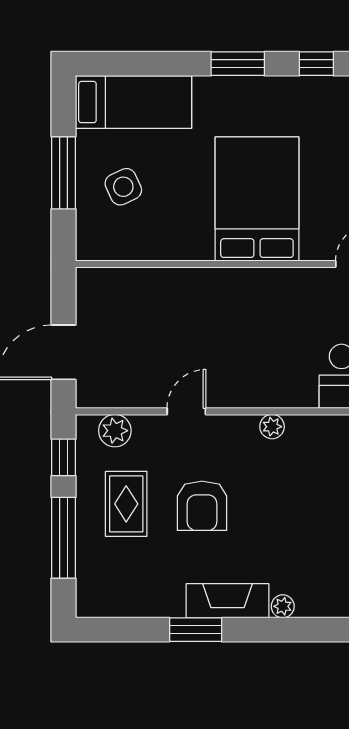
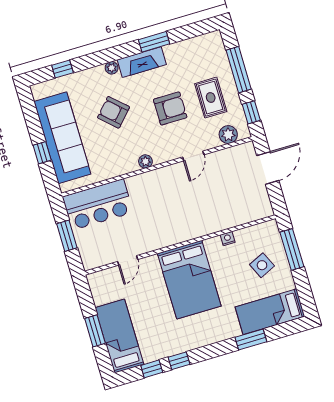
window: (238, 64) -> (251, 340), moved
window: (63, 173) -> (292, 249), moved
nightstand: (169, 251) -> (228, 239), added
armchair: (202, 506) -> (170, 108), turned 90
armchair: (302, 528) -> (114, 112), added

